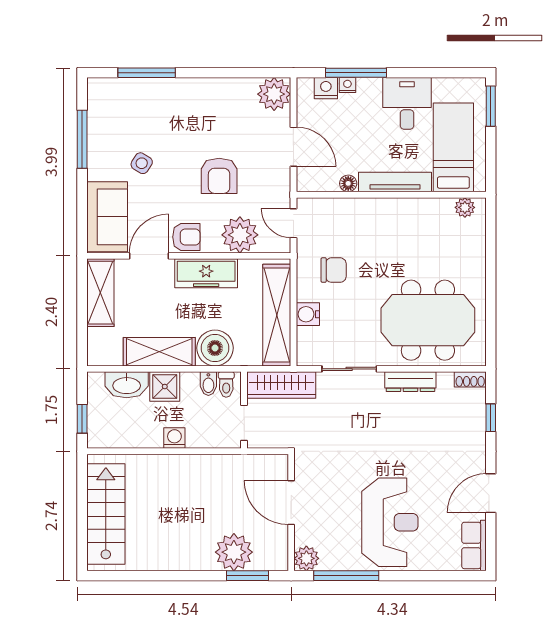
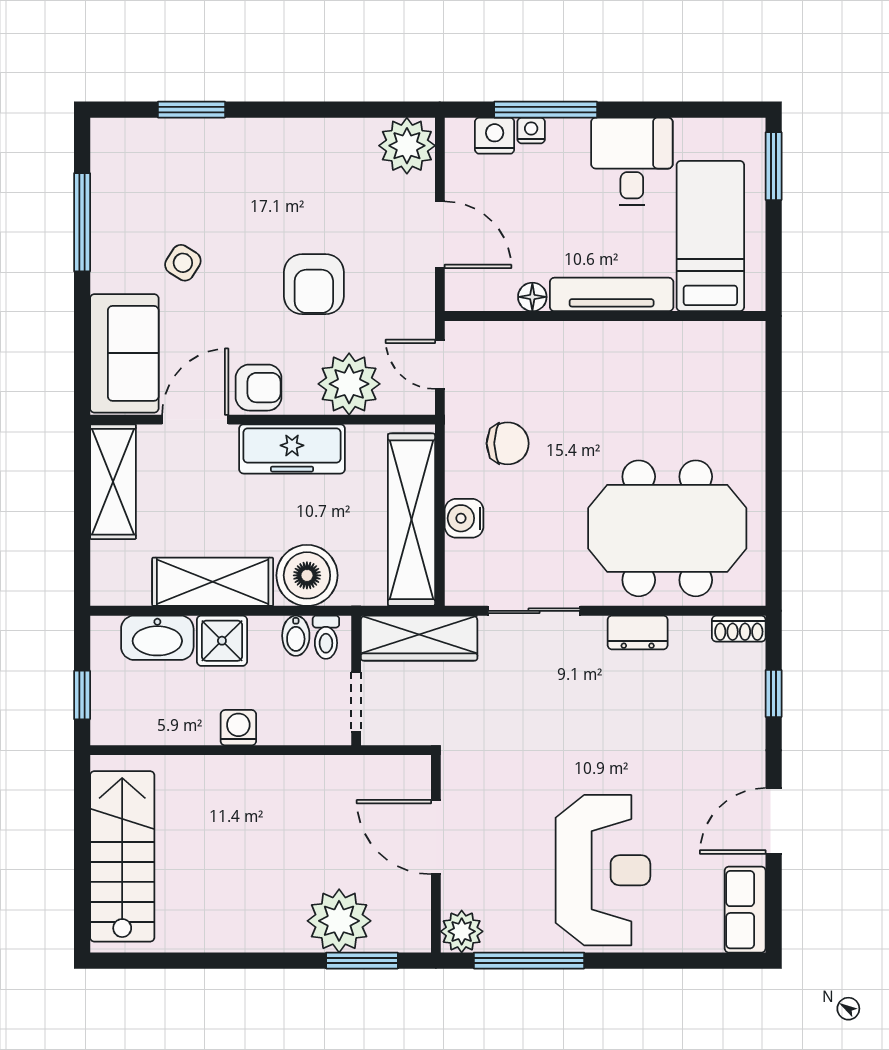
window: (147, 73) -> (191, 110), width x0.69
plant: (465, 207) -> (730, 338), removed
dresser: (410, 382) -> (638, 632), width x0.70

